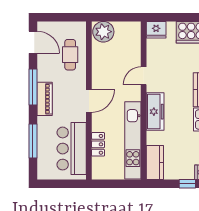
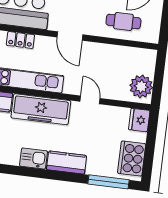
plant: (103, 32) -> (141, 86), moved
freezer: (155, 112) -> (41, 109), width x1.36, depth x1.26

